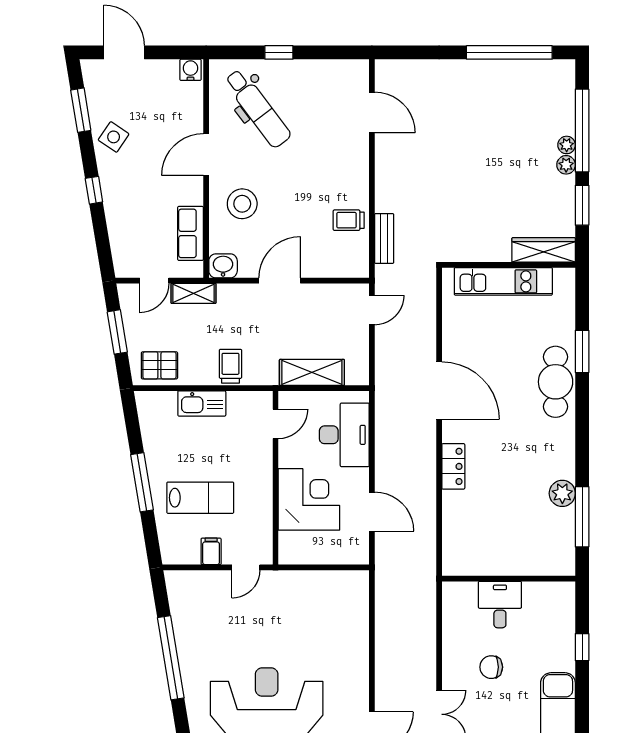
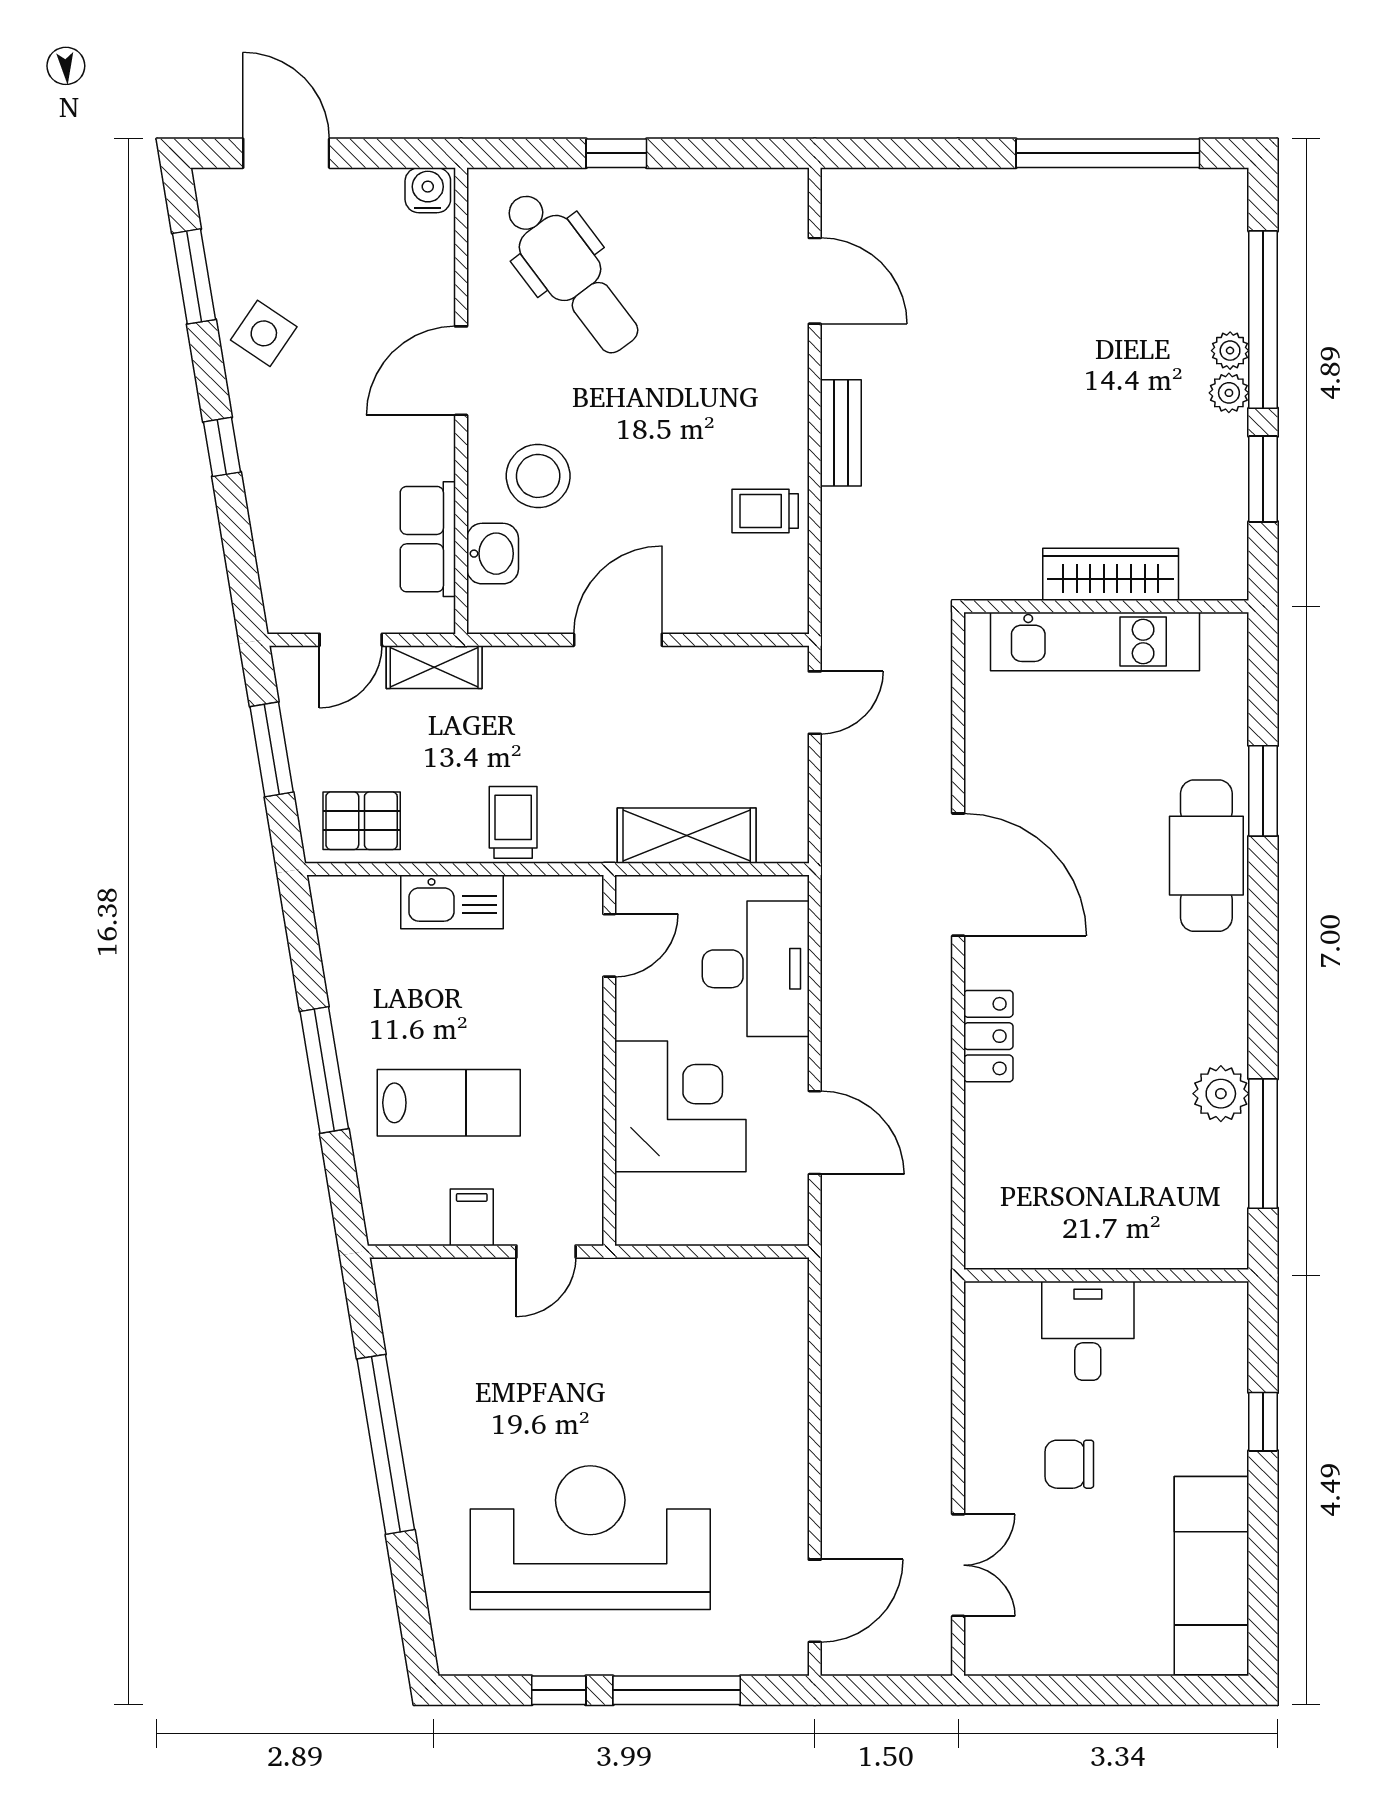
bench: (384, 238) -> (841, 433), moved
wardrobe: (544, 250) -> (1111, 574), moved
washbasin: (223, 266) -> (493, 554), moved, turned 90

